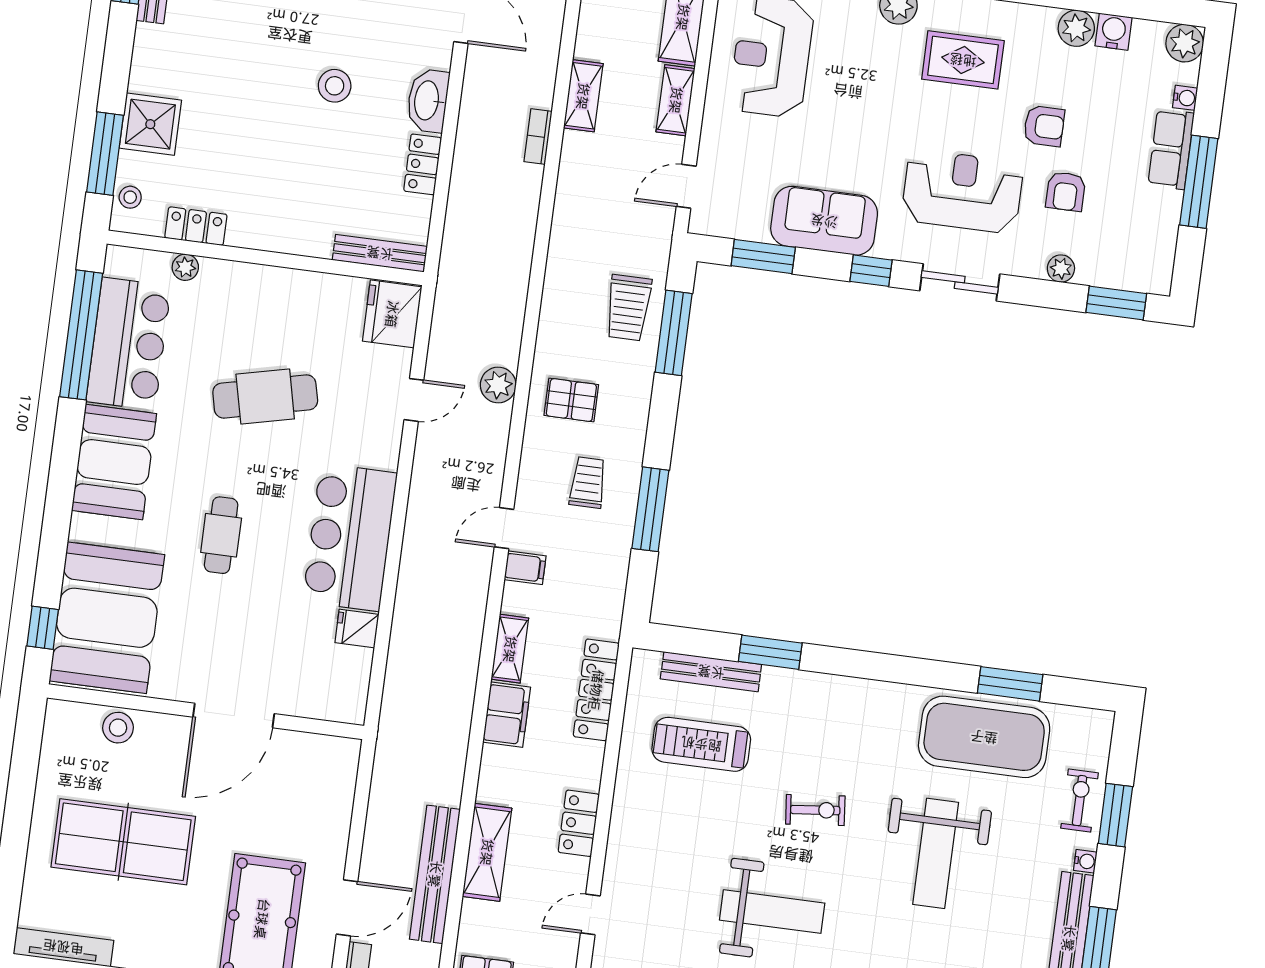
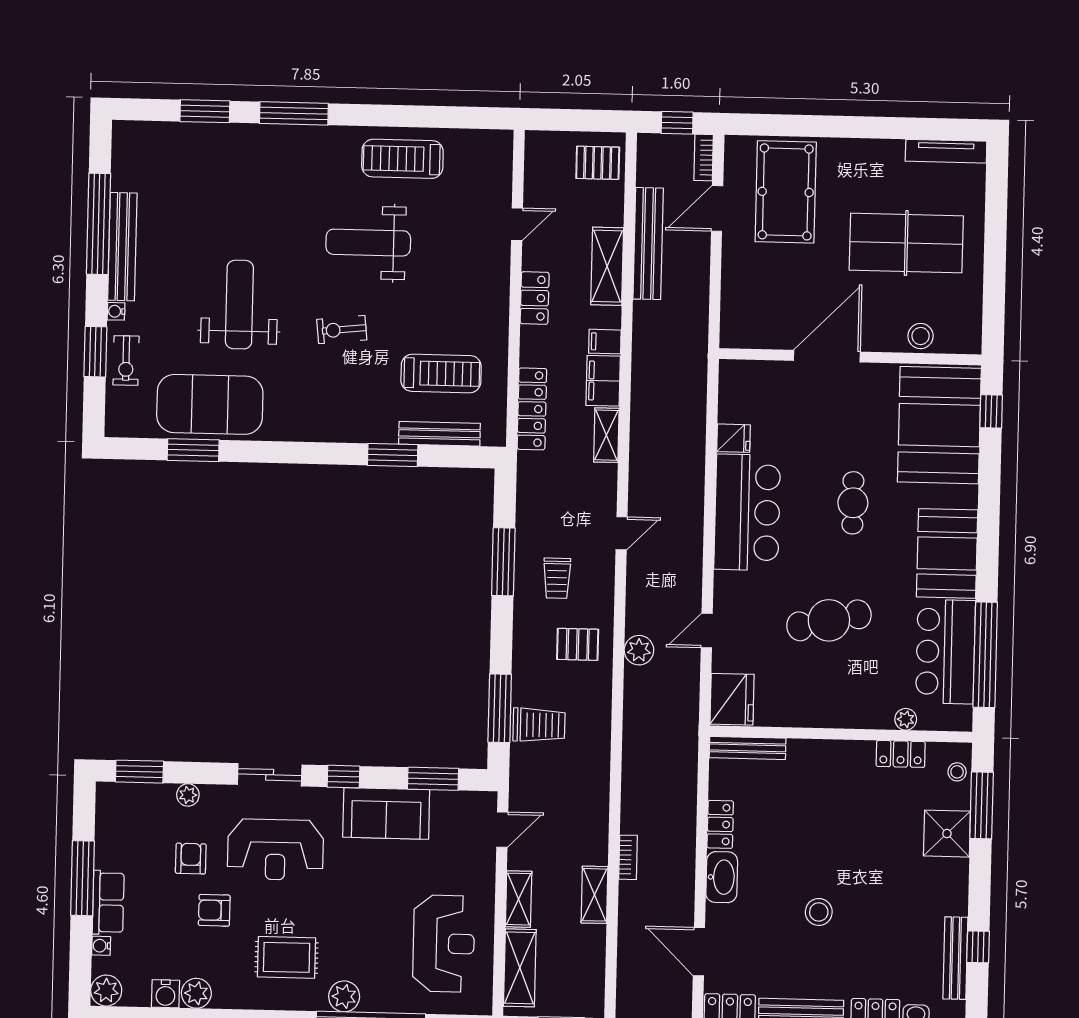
stool: (335, 86) -> (819, 912), moved
trolley: (628, 308) -> (539, 725), turned 90
filing cabinet: (525, 568) -> (605, 342), moved

